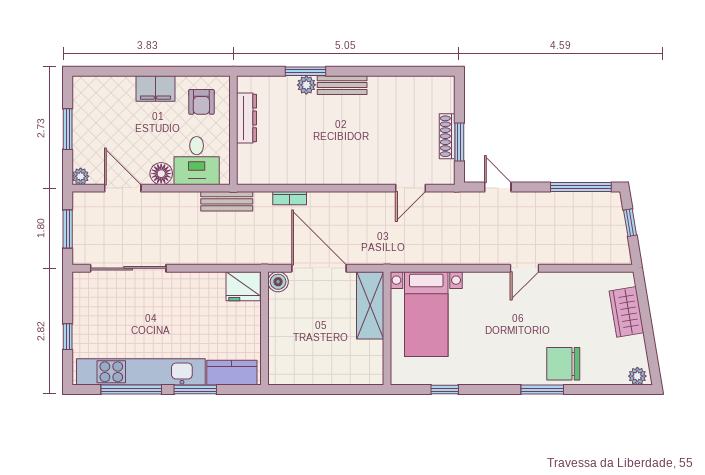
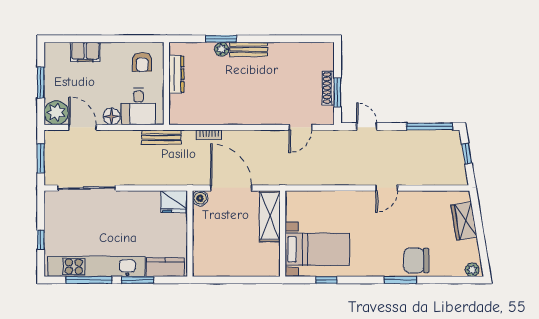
filing cabinet: (155, 89) -> (85, 52), moved
plant: (81, 176) -> (56, 113), width x1.88, depth x1.88
bed with nightstands: (426, 314) -> (317, 249), moved, turned -90

